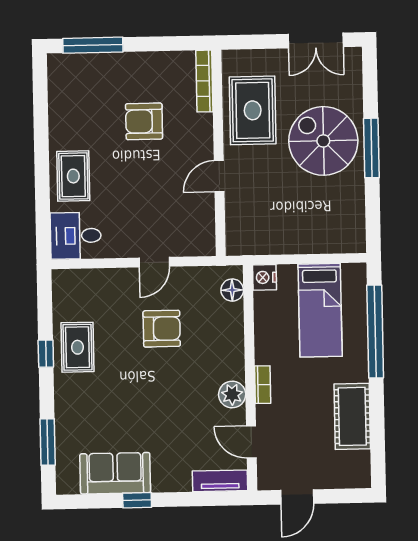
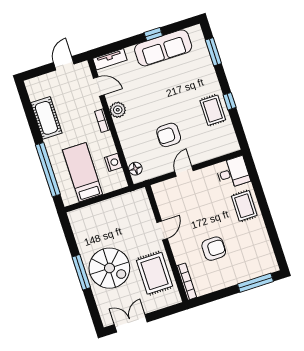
nightstand: (264, 277) -> (113, 162), moved
sofa: (115, 473) -> (163, 48), width x1.36

